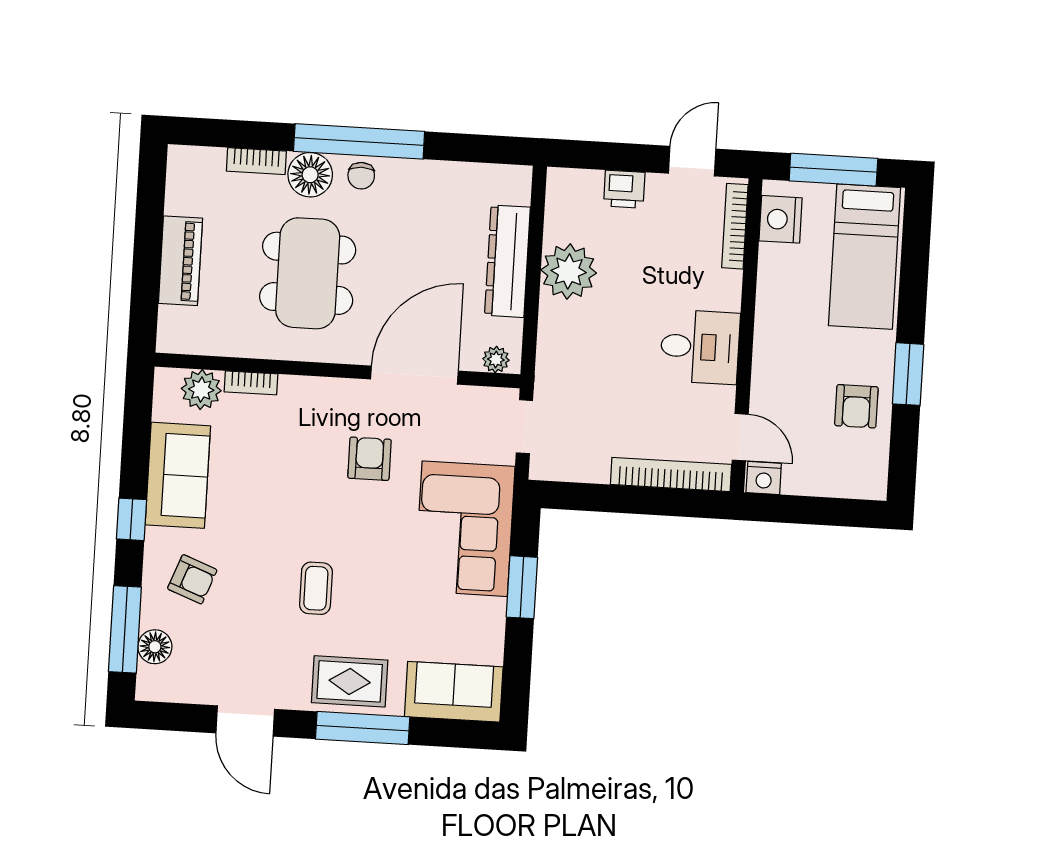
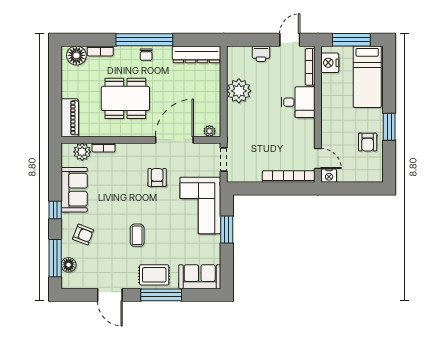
floor lamp: (310, 175) -> (76, 55), moved
piano: (180, 261) -> (70, 118), moved
dresser: (508, 261) -> (197, 54), moved, turned -90
dining table: (308, 273) -> (125, 98), turned 90
desk: (700, 347) -> (298, 102), moved

